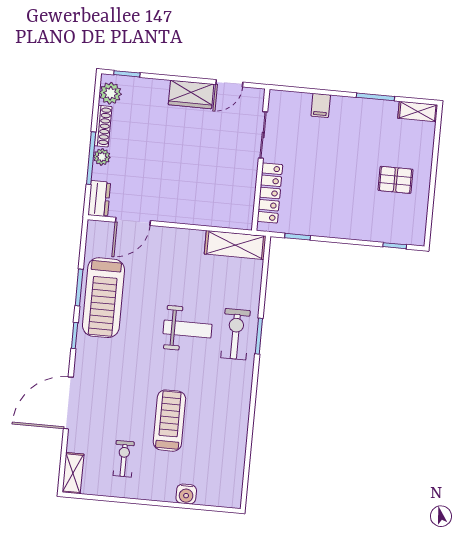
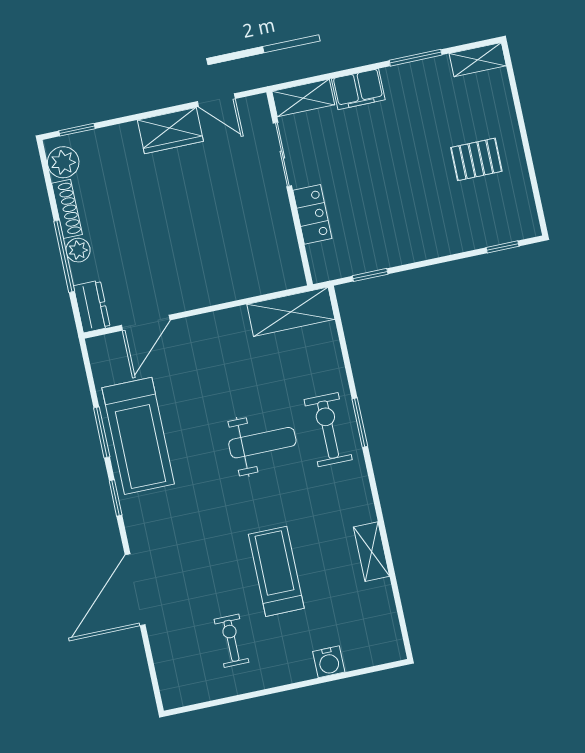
door: (229, 83) -> (216, 100), hinge flipped
shelving: (290, 100) -> (303, 98), added
filing cabinet: (321, 105) -> (358, 89), width x2.00
locker: (270, 193) -> (312, 214), width x0.66
shelving: (73, 473) -> (371, 552), moved

